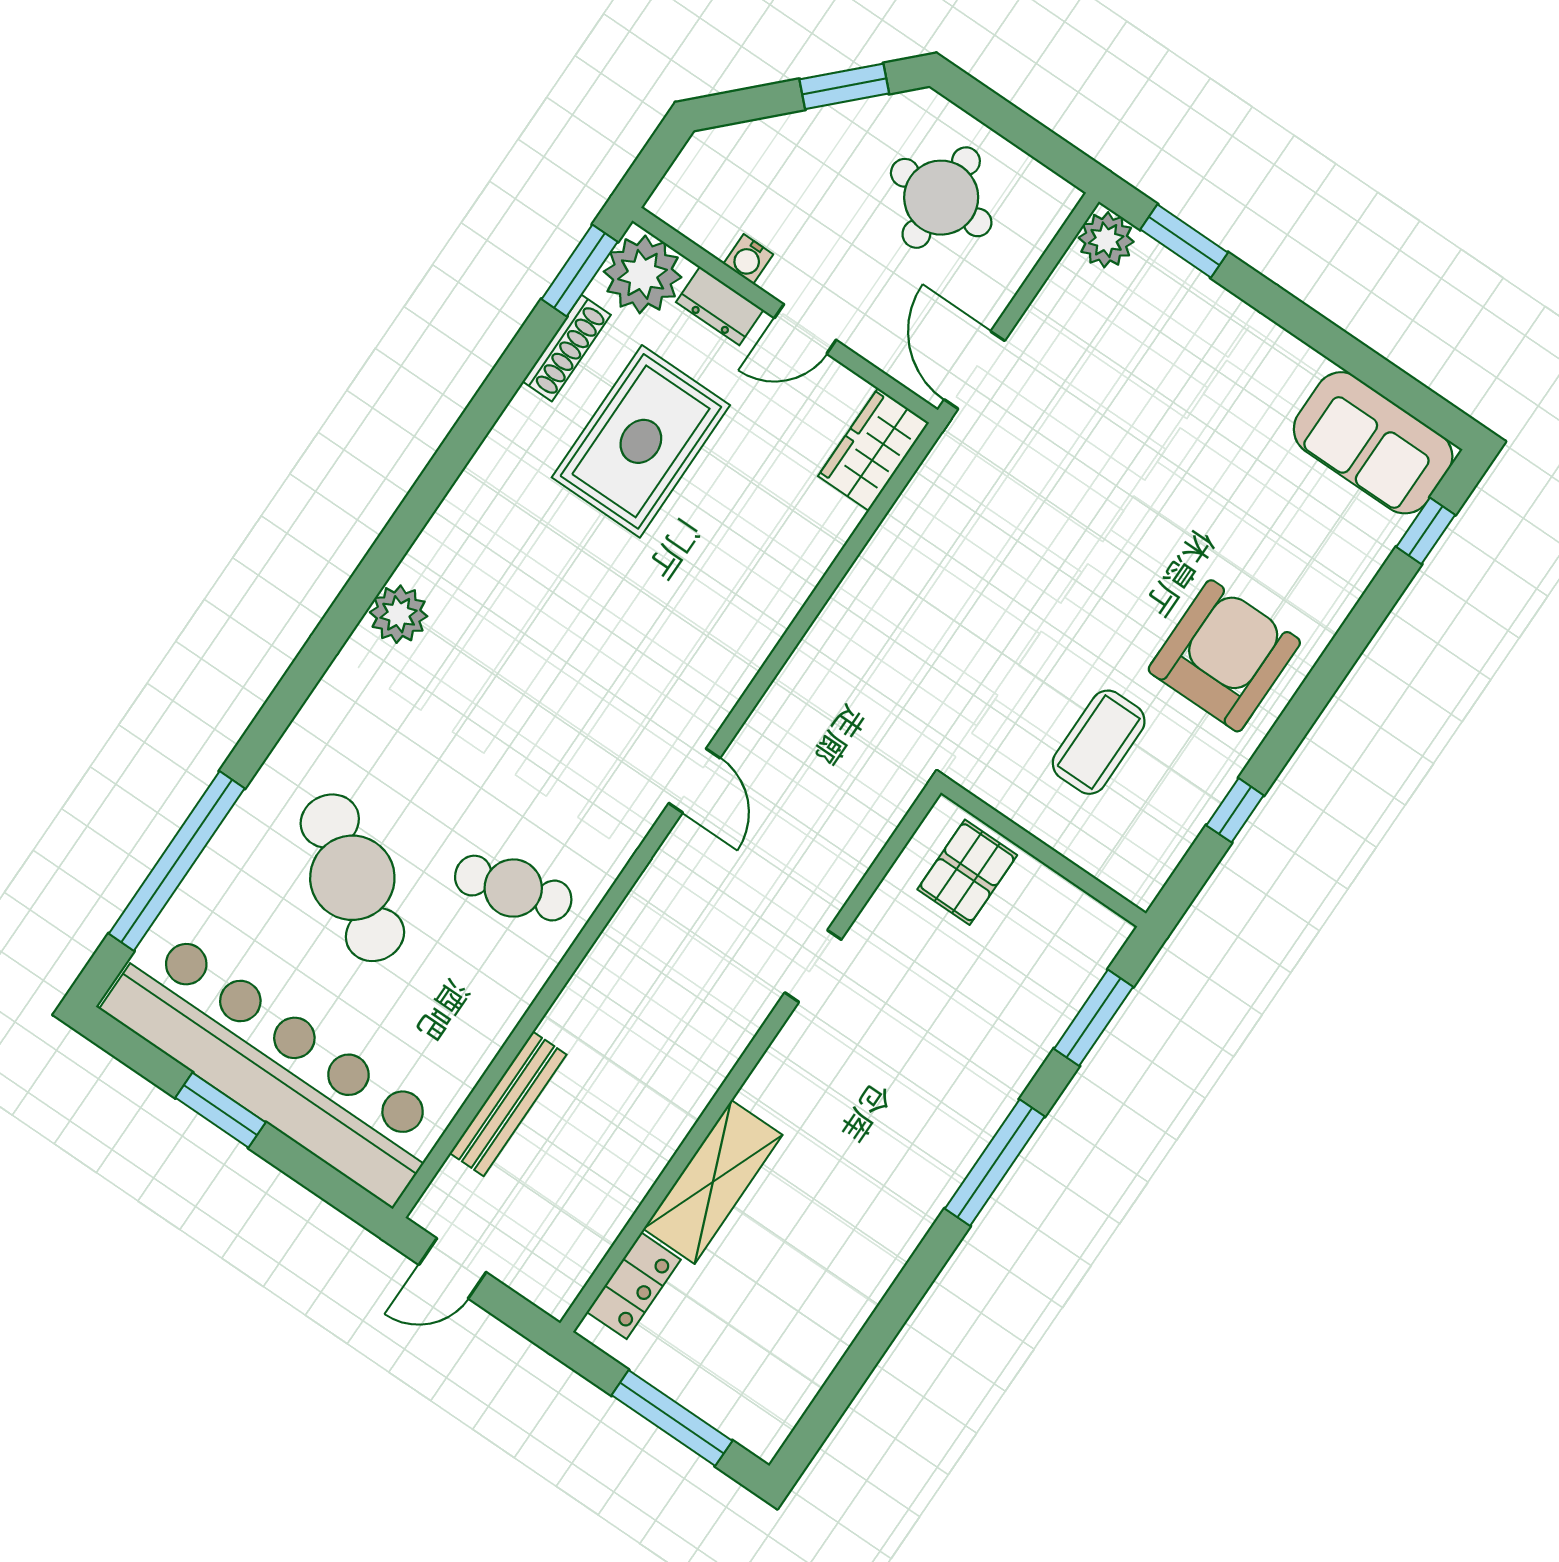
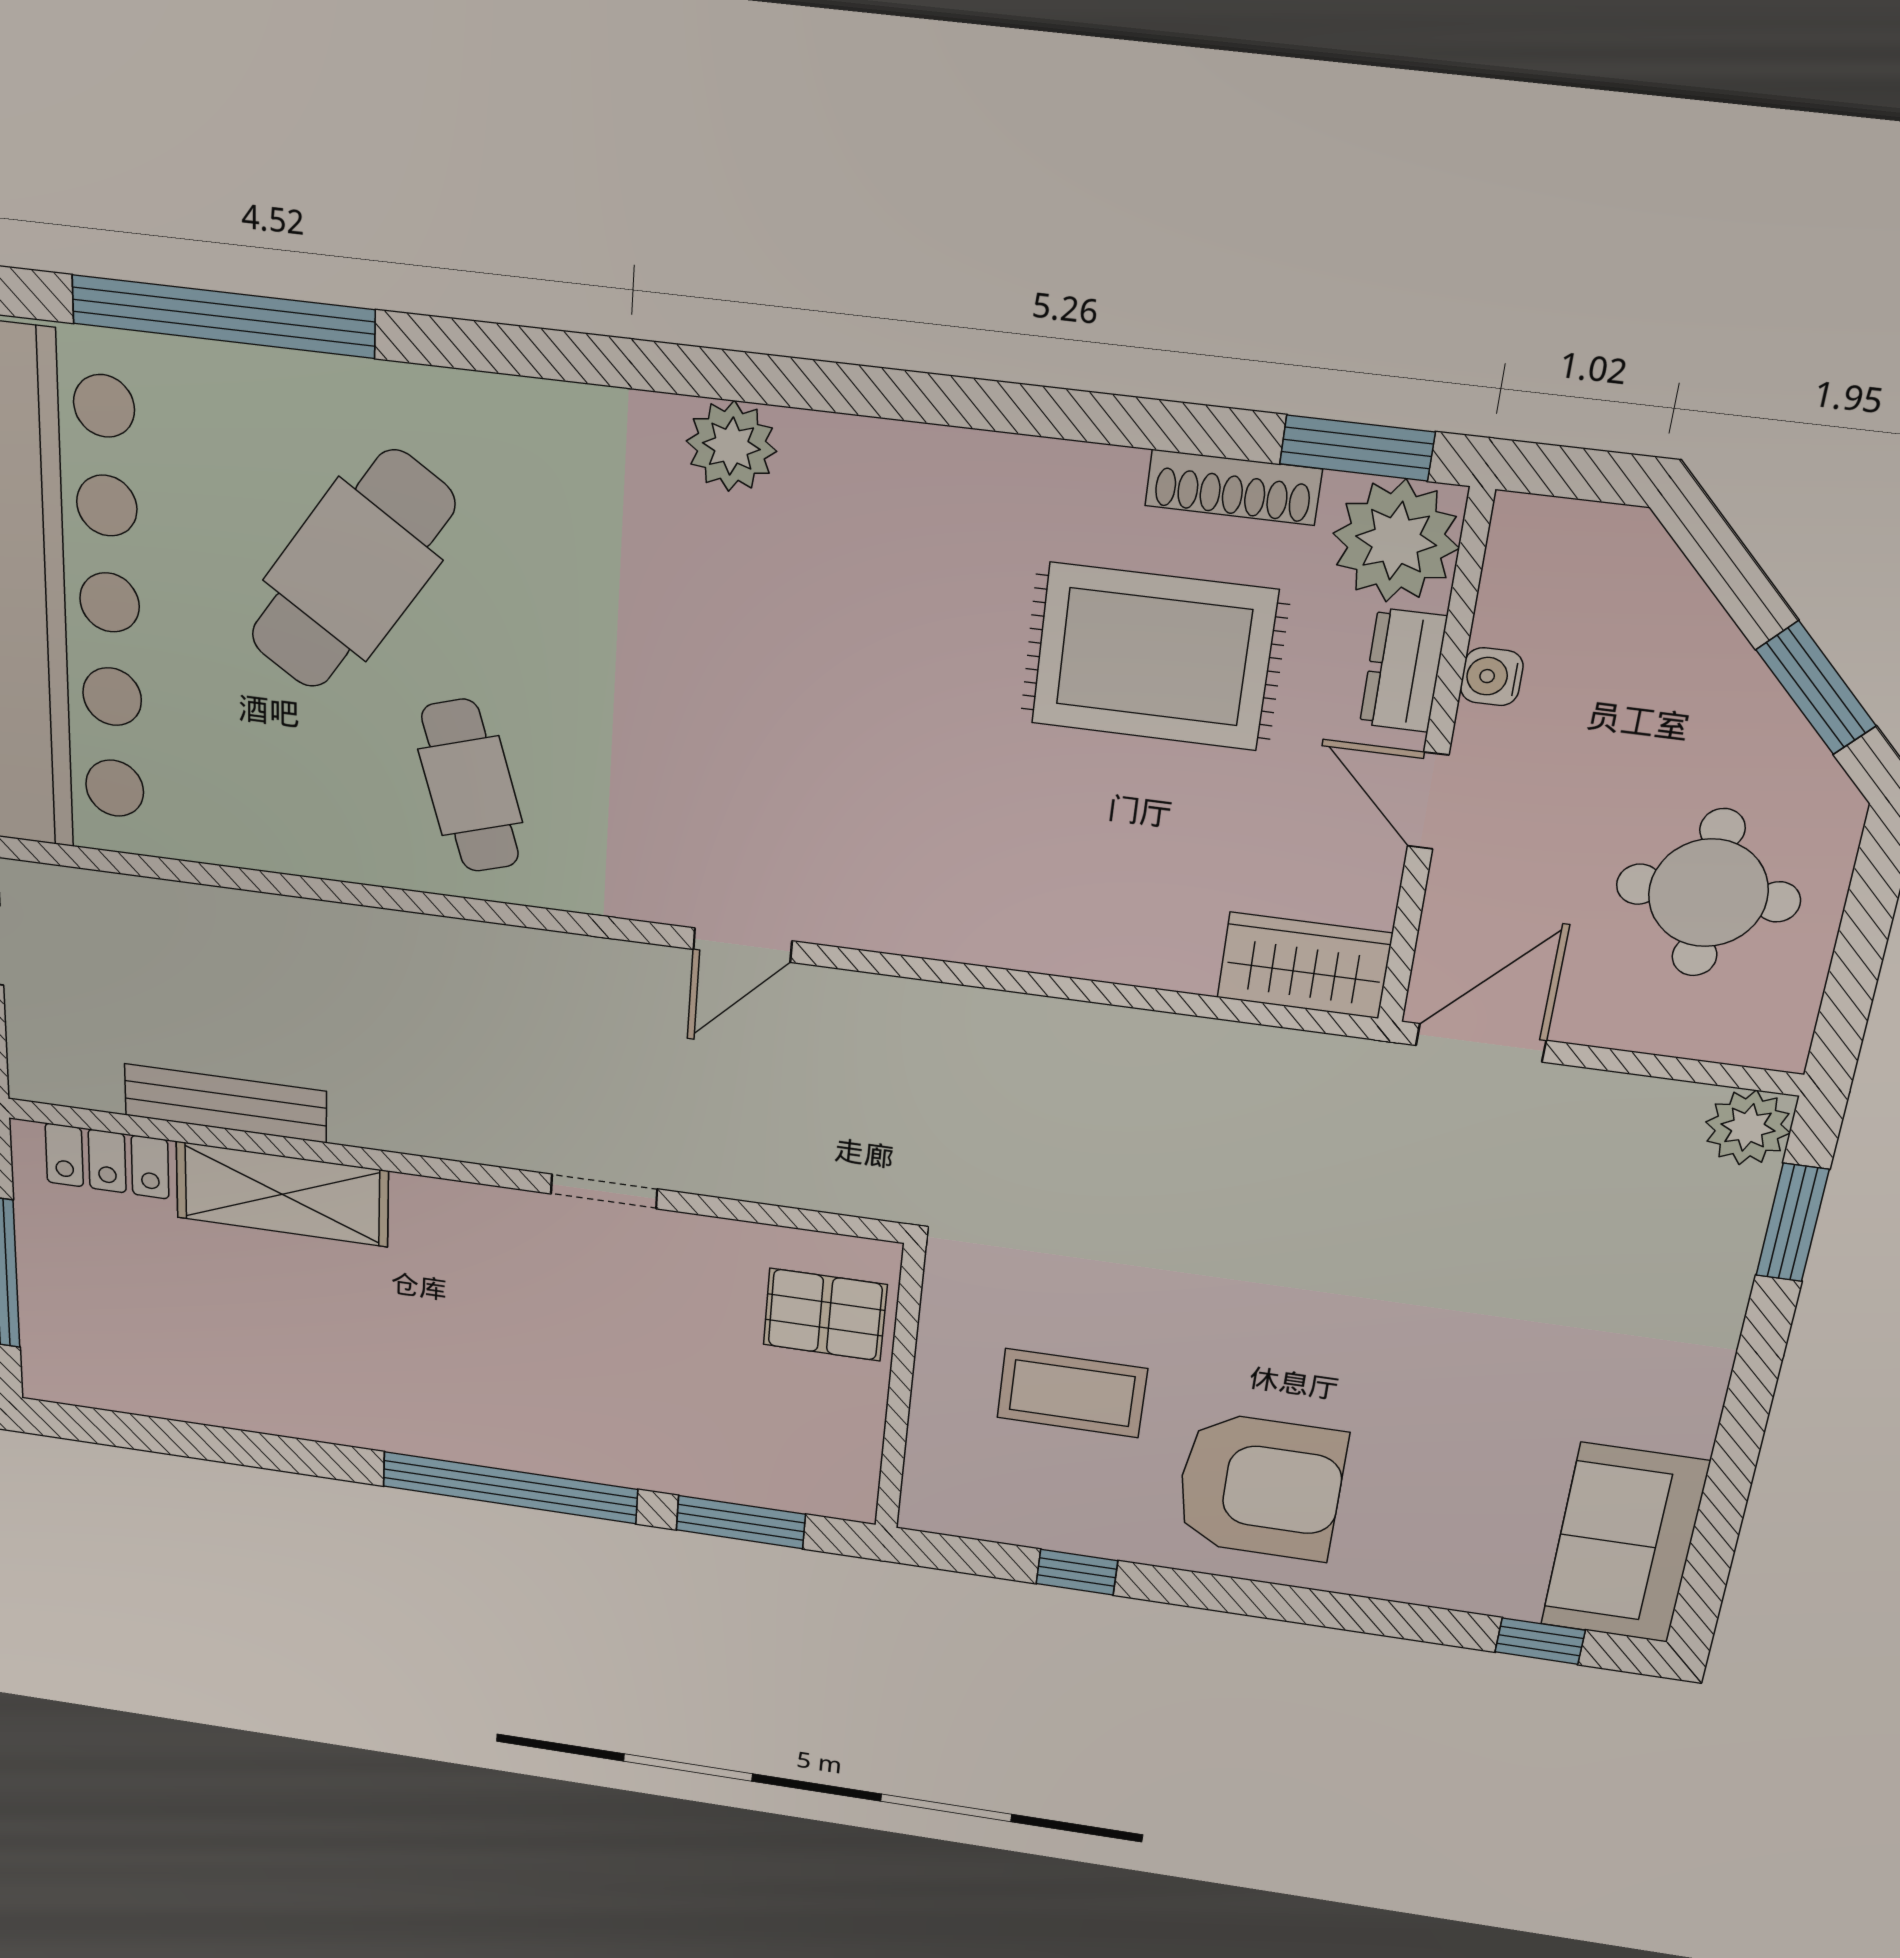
bench: (508, 1104) -> (225, 1103), moved
window: (995, 1163) -> (510, 1488), width x1.46

